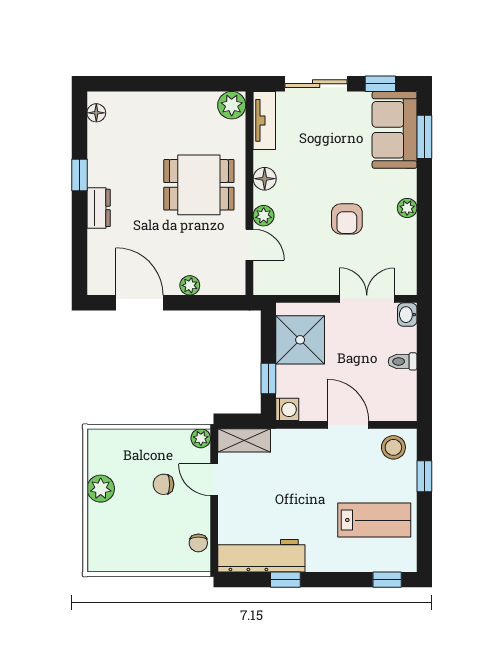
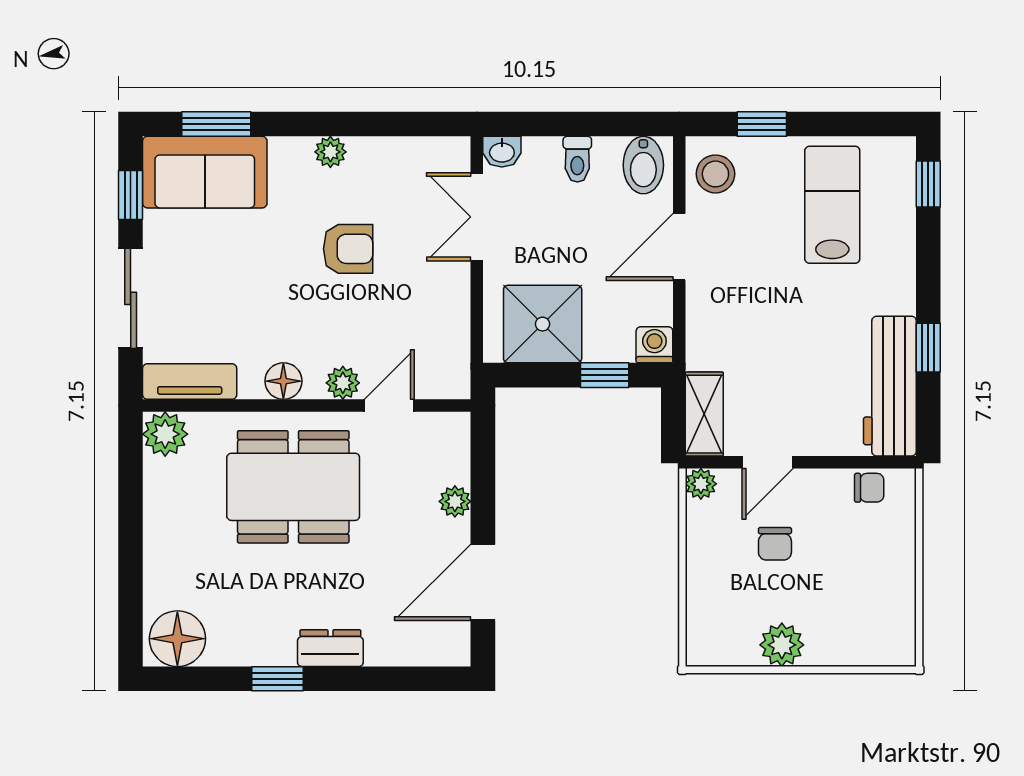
floor lamp: (96, 113) -> (177, 639), width x1.89, depth x1.89
dining table: (199, 185) -> (293, 487), width x1.38
bidet: (399, 403) -> (643, 165), added

